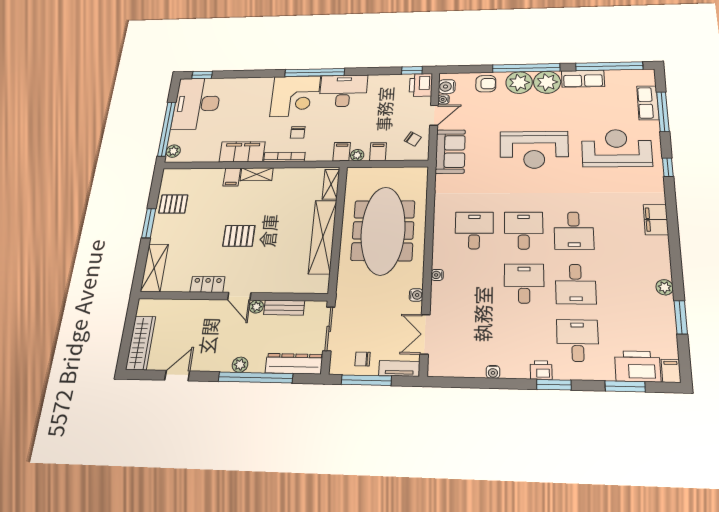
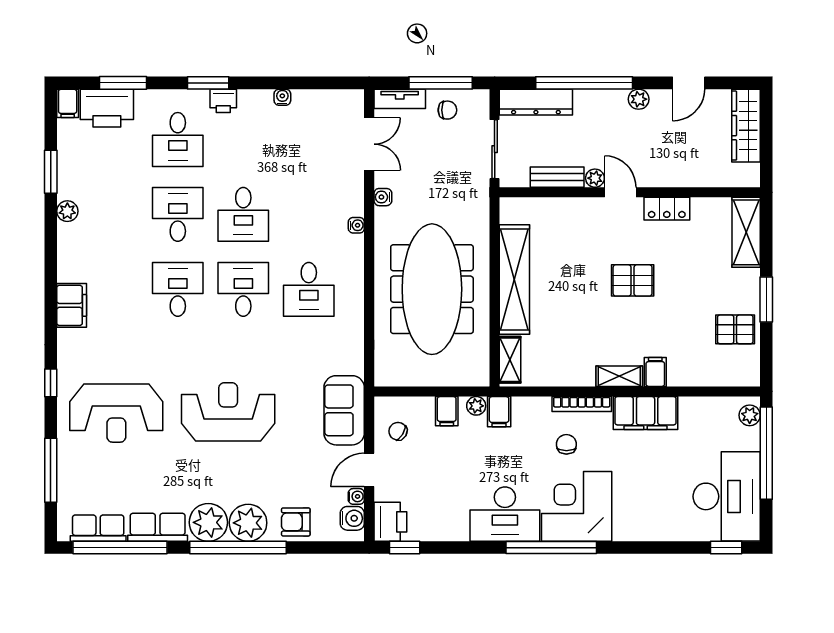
row of seats: (648, 103) -> (98, 528), moved, turned -90
desk: (524, 231) -> (243, 289), turned 180
plant: (240, 365) -> (639, 99), moved

